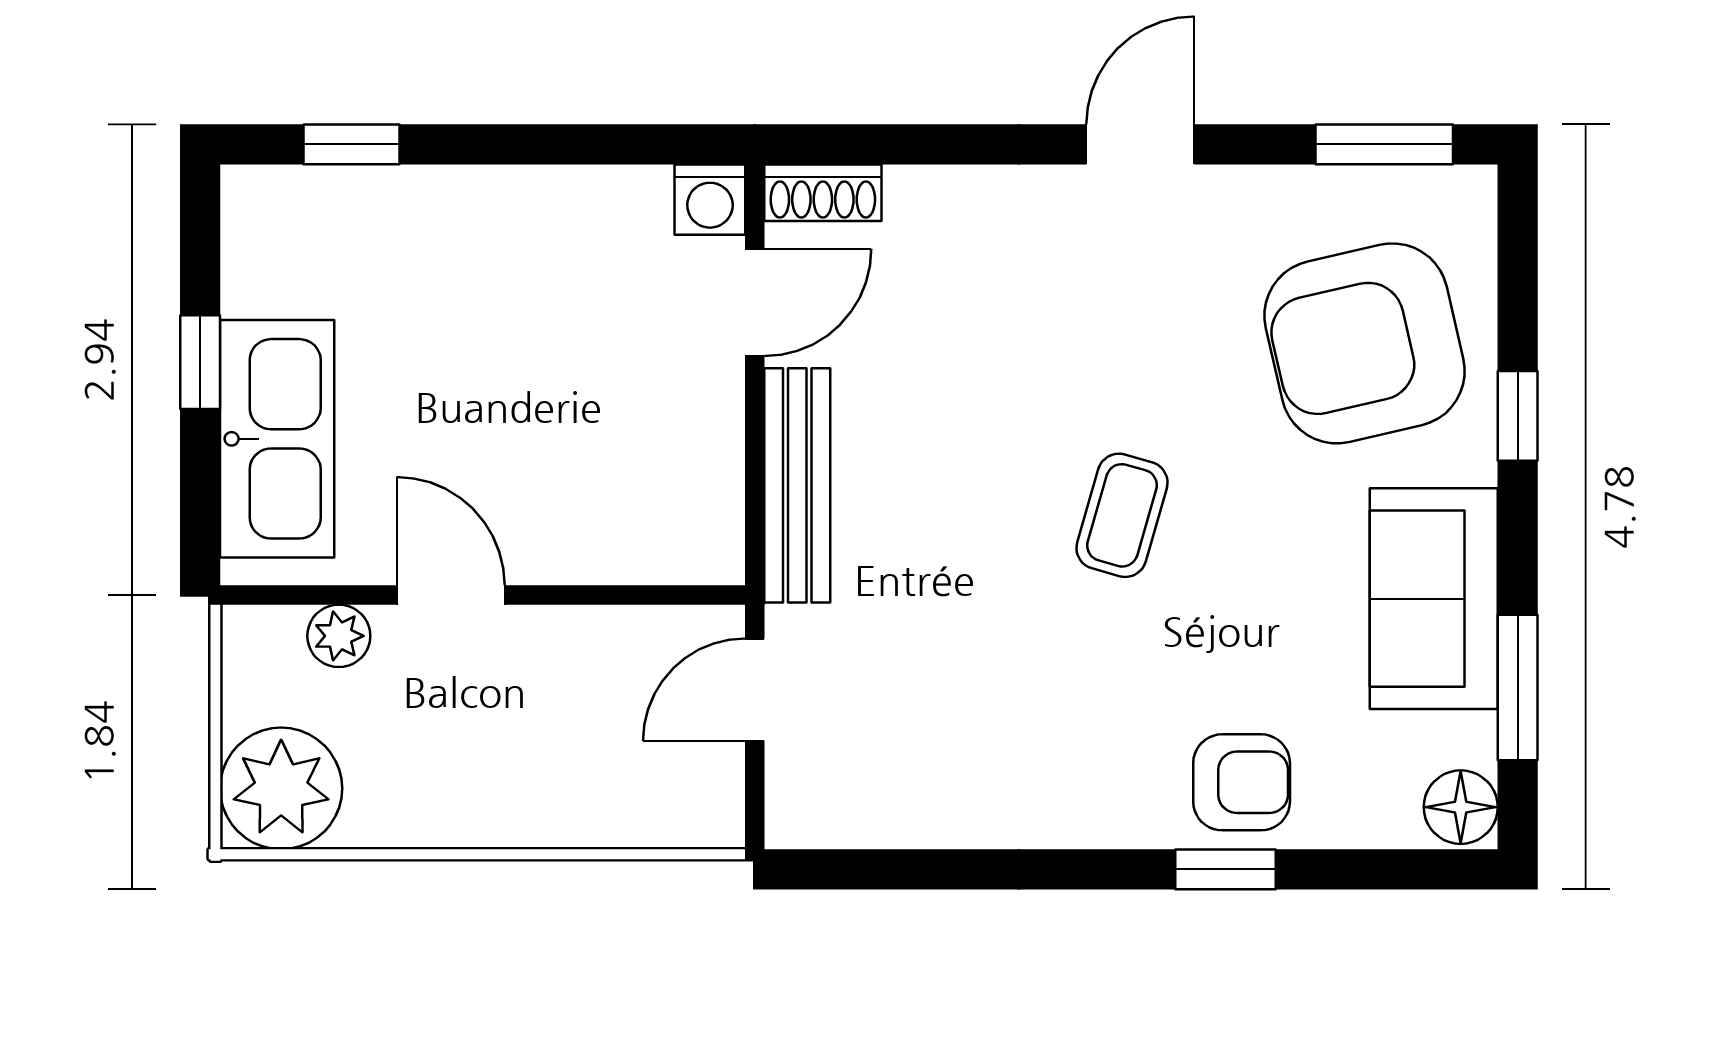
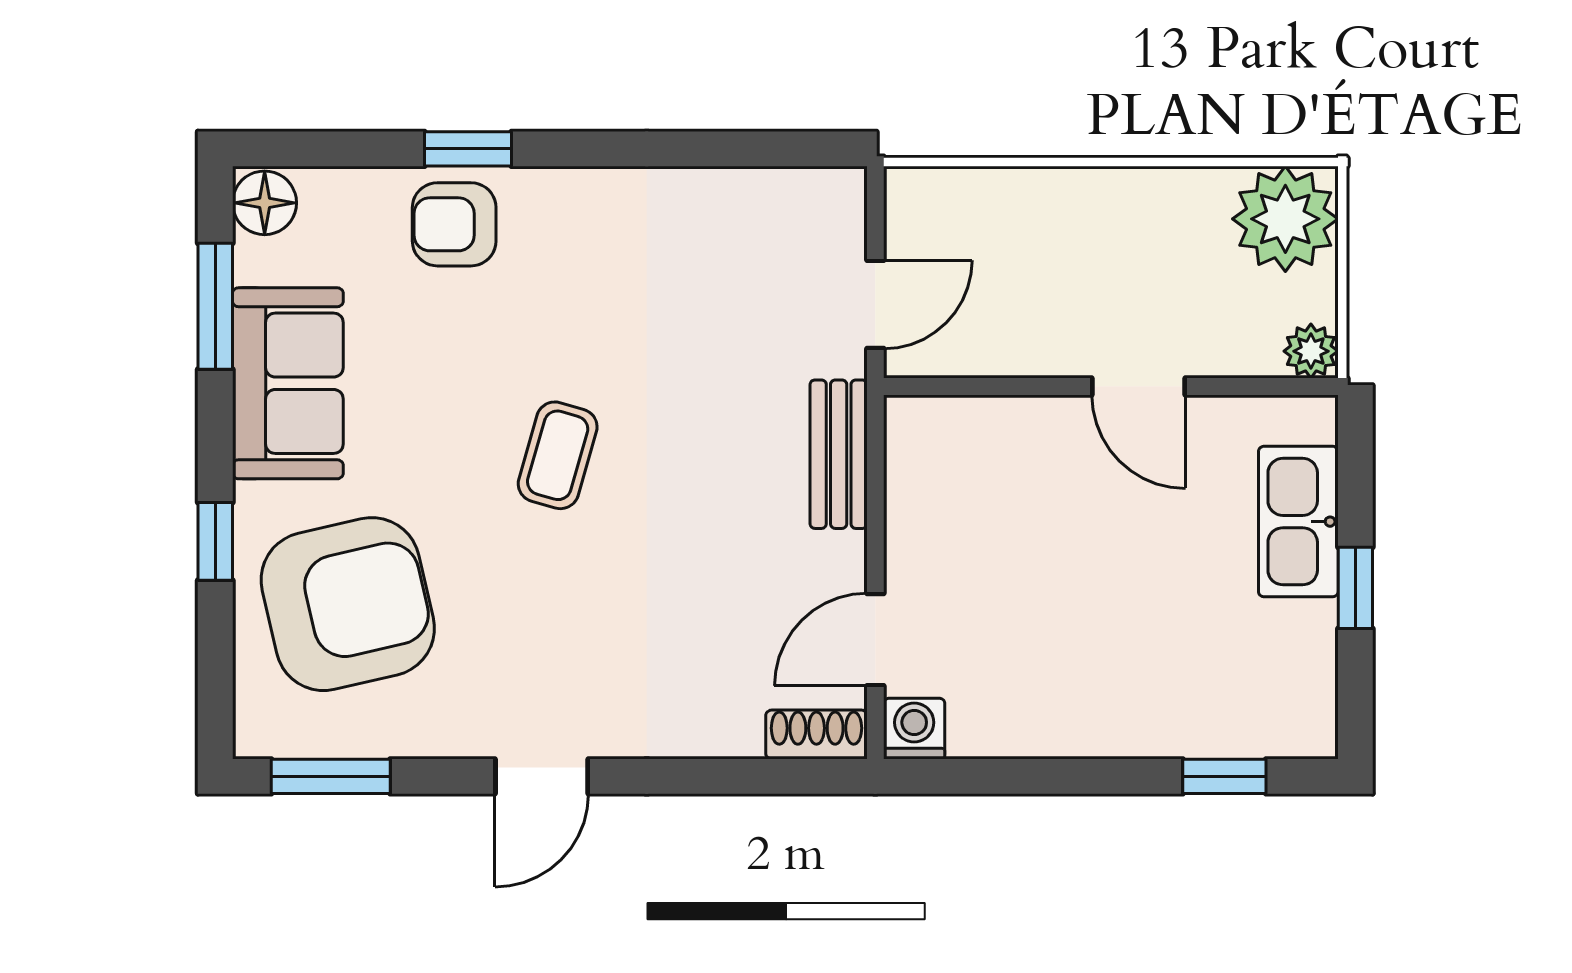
kitchen sink: (277, 439) -> (1298, 522), width x0.73, depth x0.81
bench: (797, 485) -> (839, 454), width x0.73
plant: (339, 636) -> (1311, 351), moved

